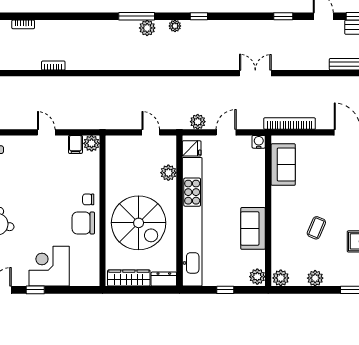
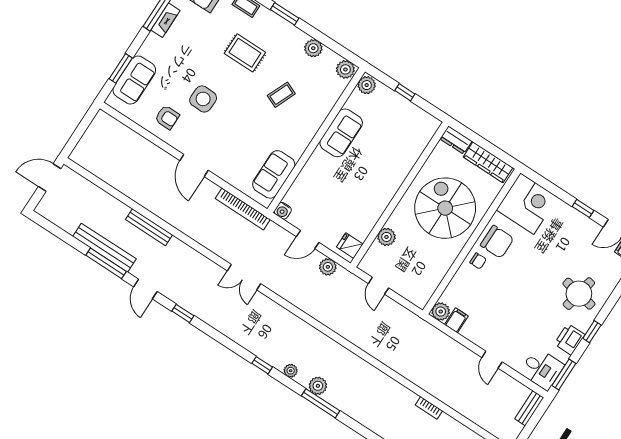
door: (46, 132) -> (492, 360), moved
kitchen unit: (192, 222) -> (394, 176), removed
corner desk: (49, 266) -> (527, 204), moved, turned -90

